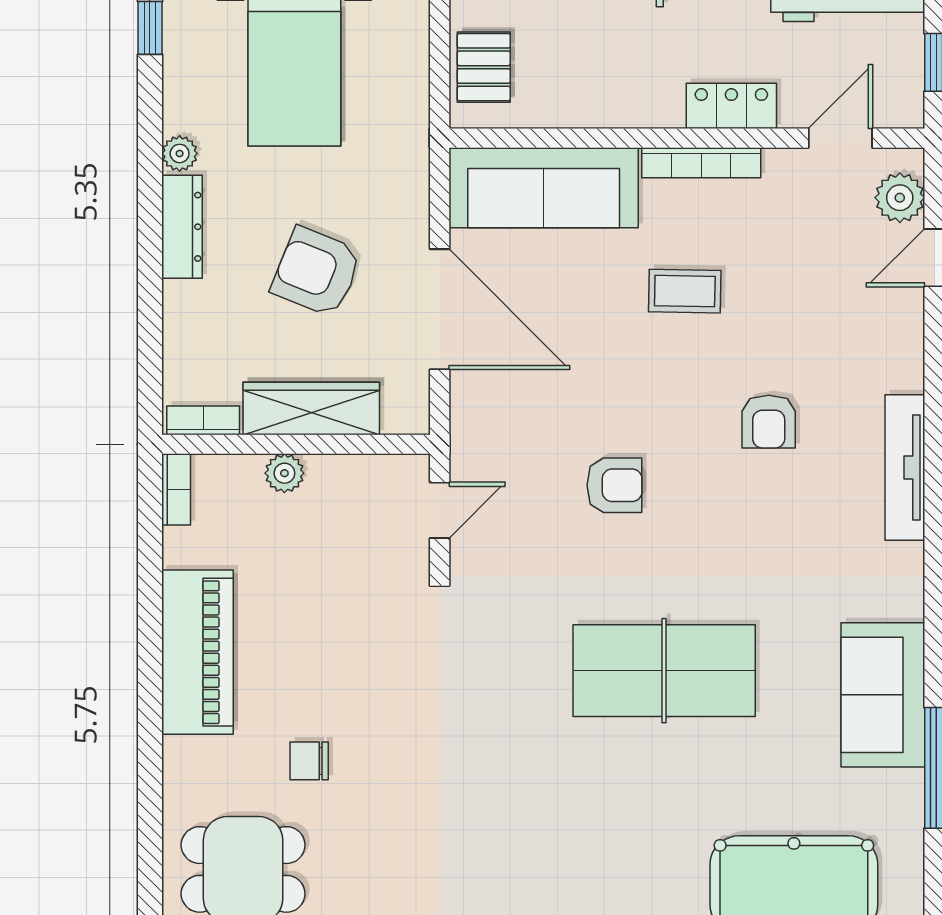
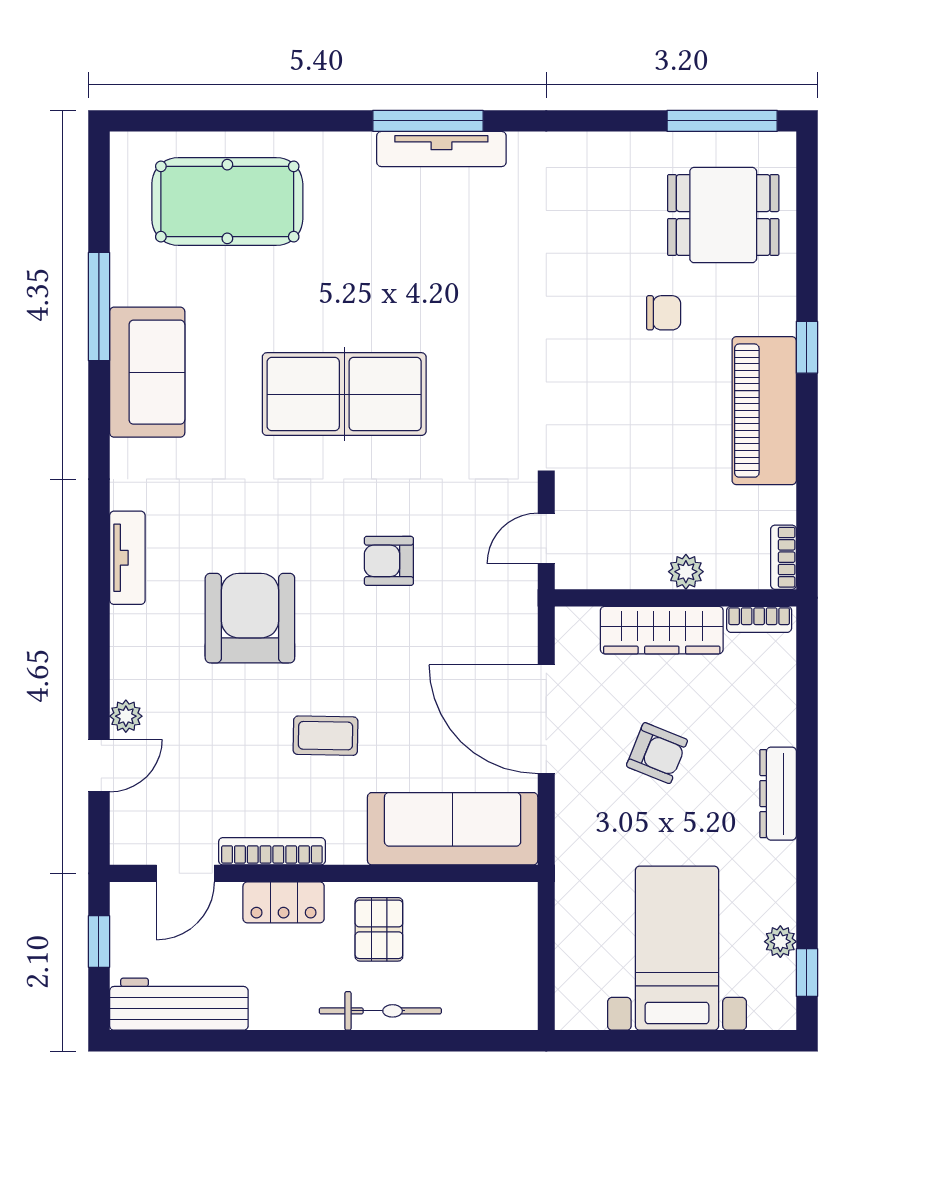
pallet: (484, 67) -> (379, 929), moved
plant: (180, 153) -> (780, 942), moved
bookcase: (701, 163) -> (272, 851), moved
plant: (900, 198) -> (126, 716), moved, width x0.73, depth x0.73
armchair: (317, 272) -> (657, 753), width x0.72, depth x0.72
armchair: (769, 422) -> (250, 618), width x1.88, depth x1.88
tv unit: (905, 468) -> (127, 558), width x0.71
window: (150, 723) -> (807, 347), added

